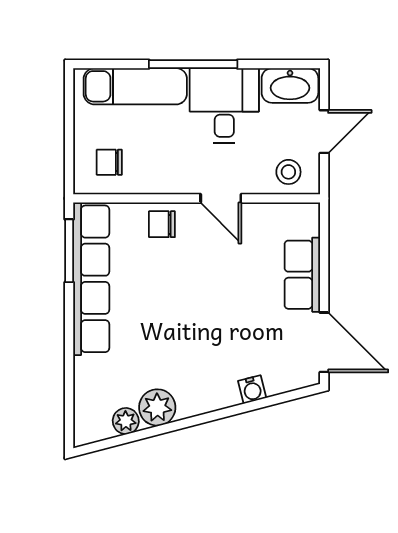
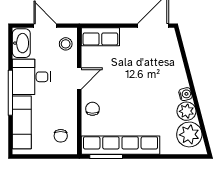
chair: (162, 224) -> (92, 109), turned 180
row of seats: (302, 275) -> (100, 37), moved
water cooler: (252, 389) -> (185, 94), moved
plant: (126, 421) -> (189, 134), width x1.87, depth x1.87

